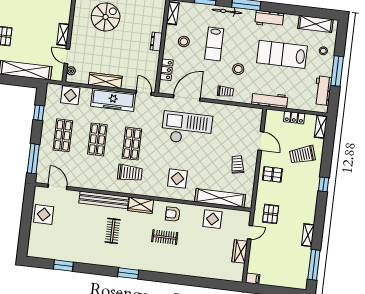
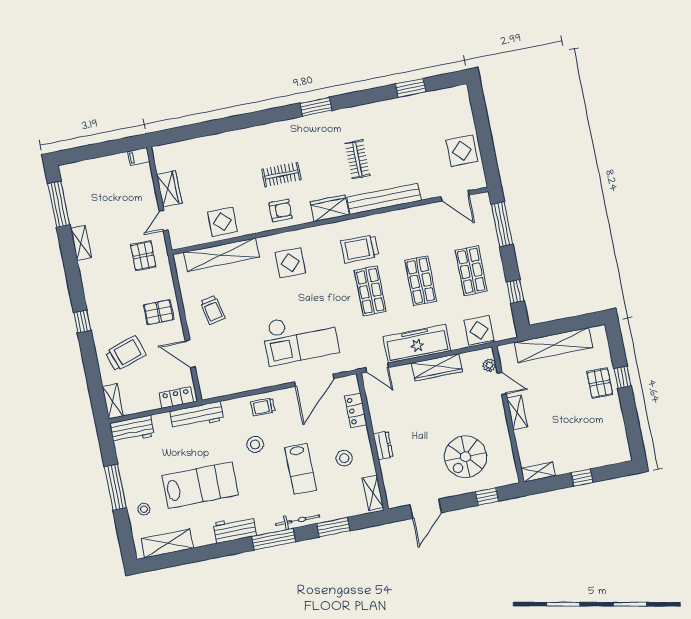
lab bench: (214, 44) -> (300, 469), turned 180
workbench: (323, 91) -> (132, 430), moved, turned 90
locker: (294, 118) -> (176, 398), moved

